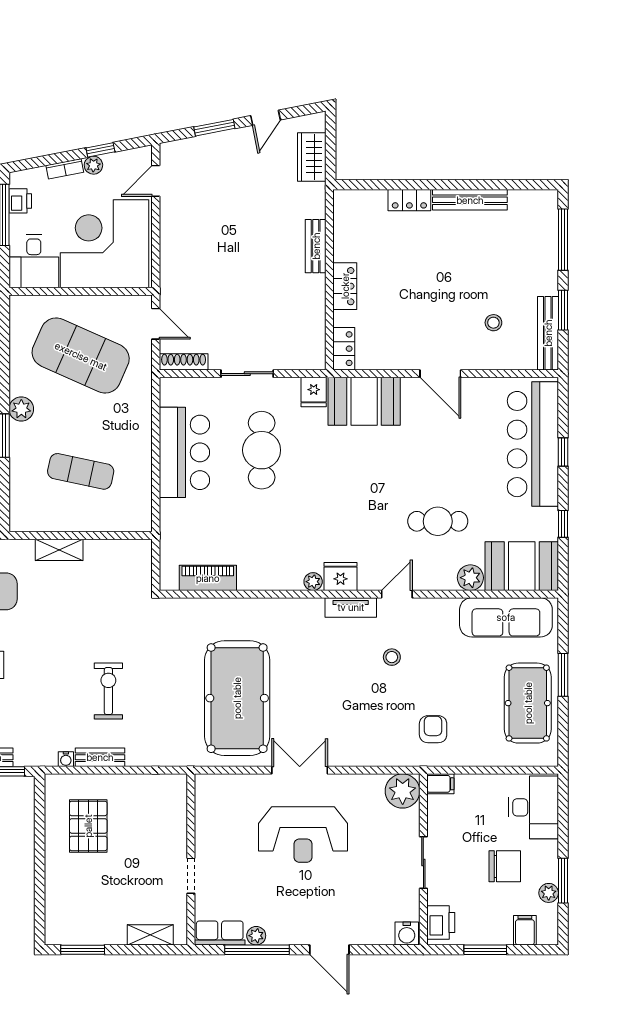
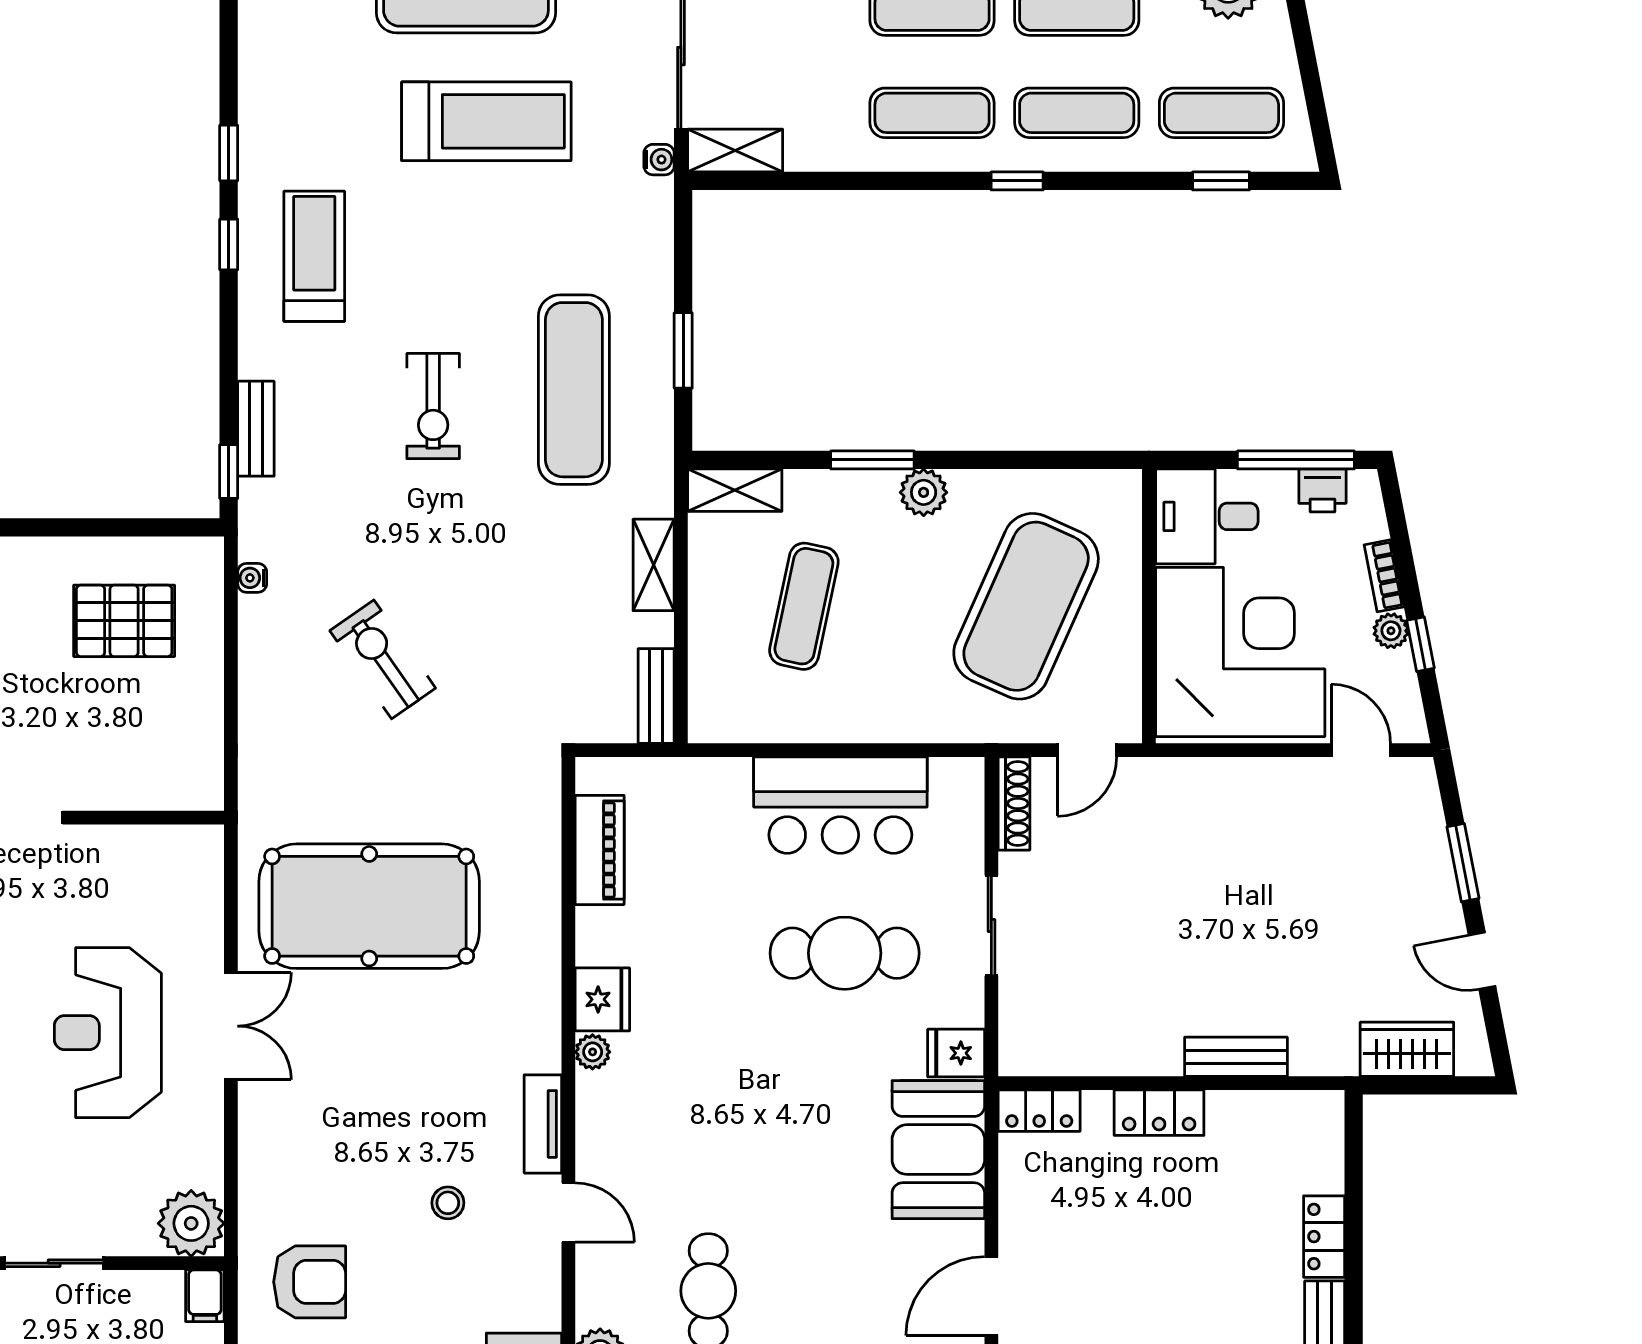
shelving: (20, 507) -> (735, 490), added
fridge: (340, 577) -> (602, 999), moved
exercise bike: (108, 691) -> (383, 659), turned -125
armchair: (433, 729) -> (310, 1282), width x1.38, depth x1.38
bench: (100, 757) -> (656, 696), moved

